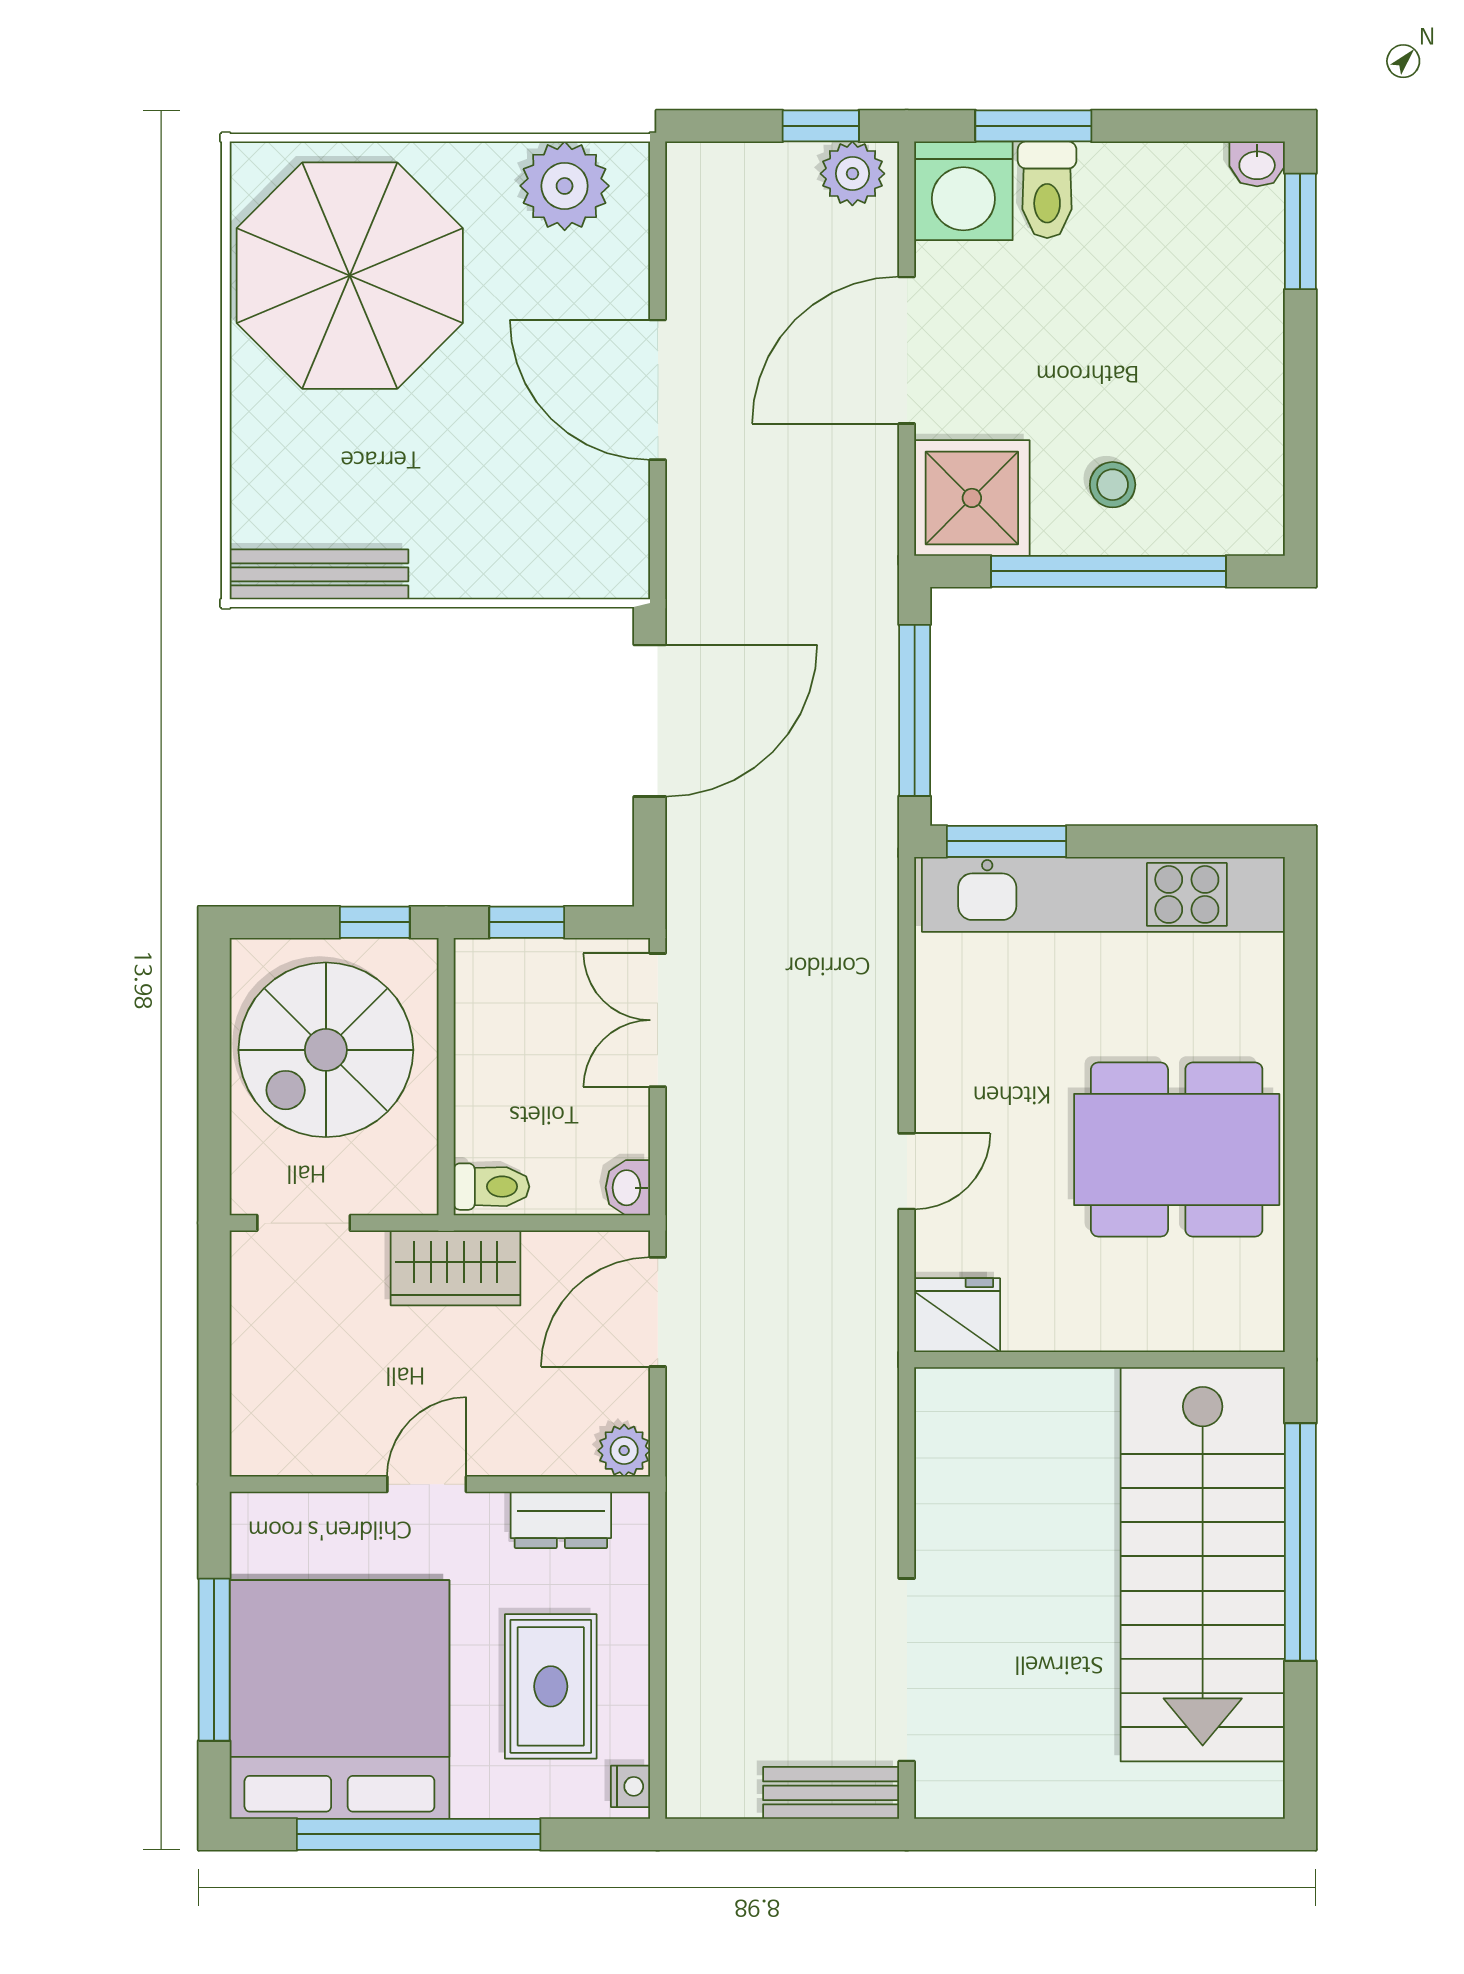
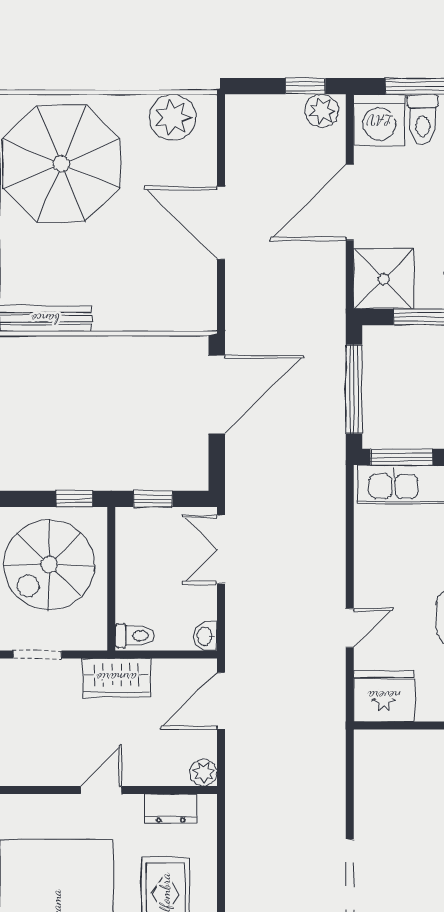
fridge: (957, 1315) -> (384, 696), width x1.36, depth x1.34

